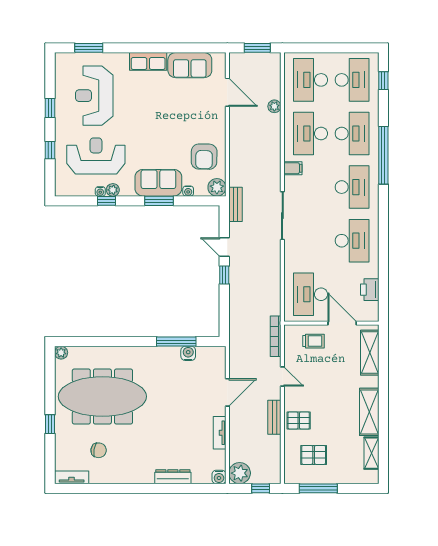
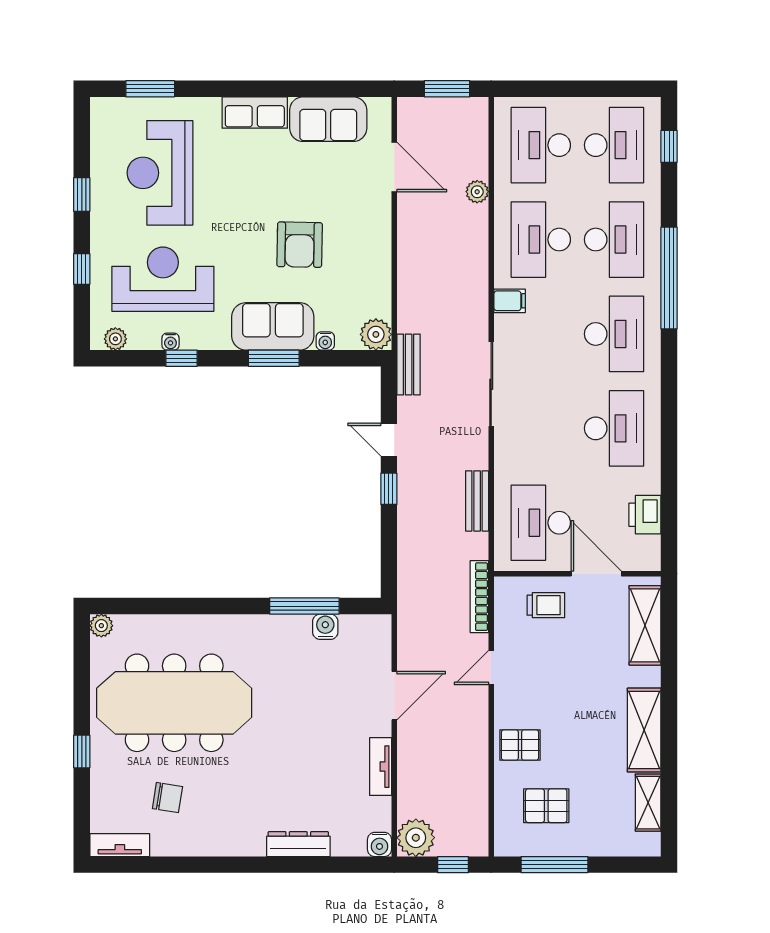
armchair: (204, 157) -> (300, 245), moved
plant: (113, 190) -> (115, 339), moved
door: (282, 376) -> (491, 668), swing flipped
bench: (274, 417) -> (477, 501), moved

